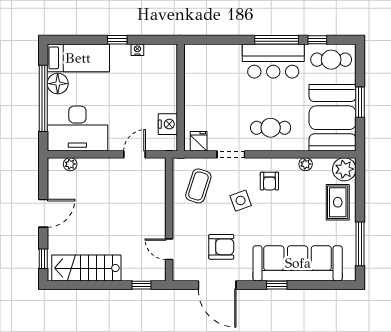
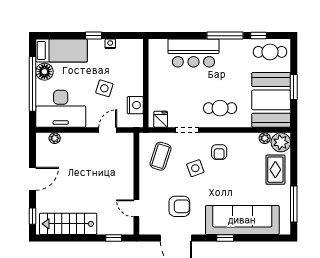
bar counter: (273, 61) -> (193, 53), moved
side table: (130, 104) -> (104, 88), added
plant: (306, 164) -> (265, 138), moved

